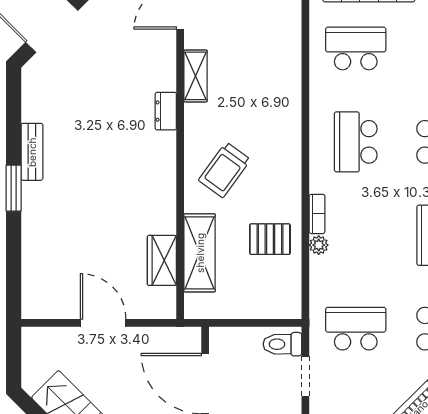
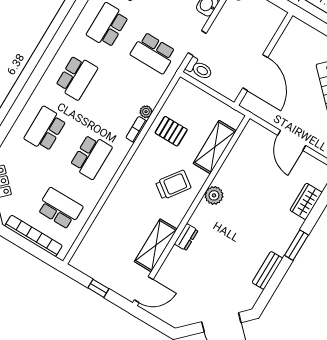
school desk: (356, 48) -> (60, 208), turned 180
shelving: (196, 76) -> (156, 245), width x1.50, depth x1.33
bench: (32, 152) -> (267, 270), moved
plant: (162, 188) -> (214, 195), added
wardrobe: (162, 260) -> (306, 201), moved, turned 180

